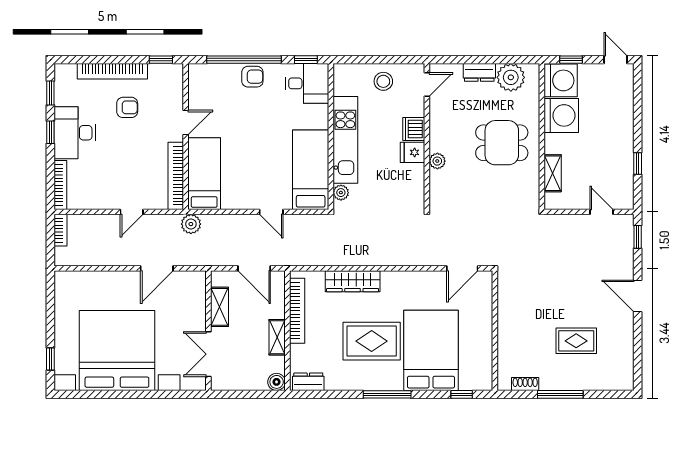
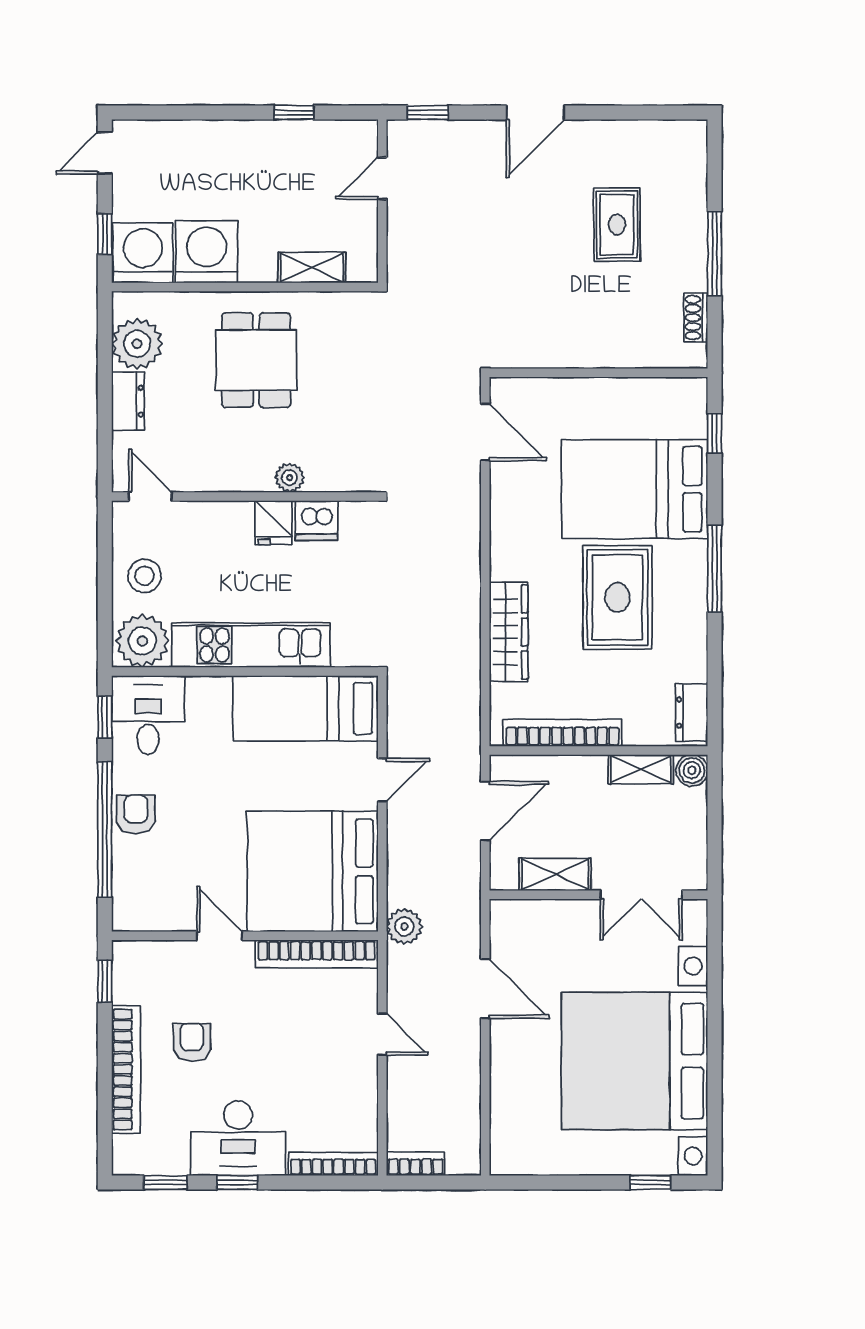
dishwasher: (414, 129) -> (316, 520), moved
bed: (204, 174) -> (312, 871), width x2.04
plant: (341, 193) -> (142, 641), moved, width x1.87, depth x1.87
shelving: (277, 337) -> (641, 769), moved

